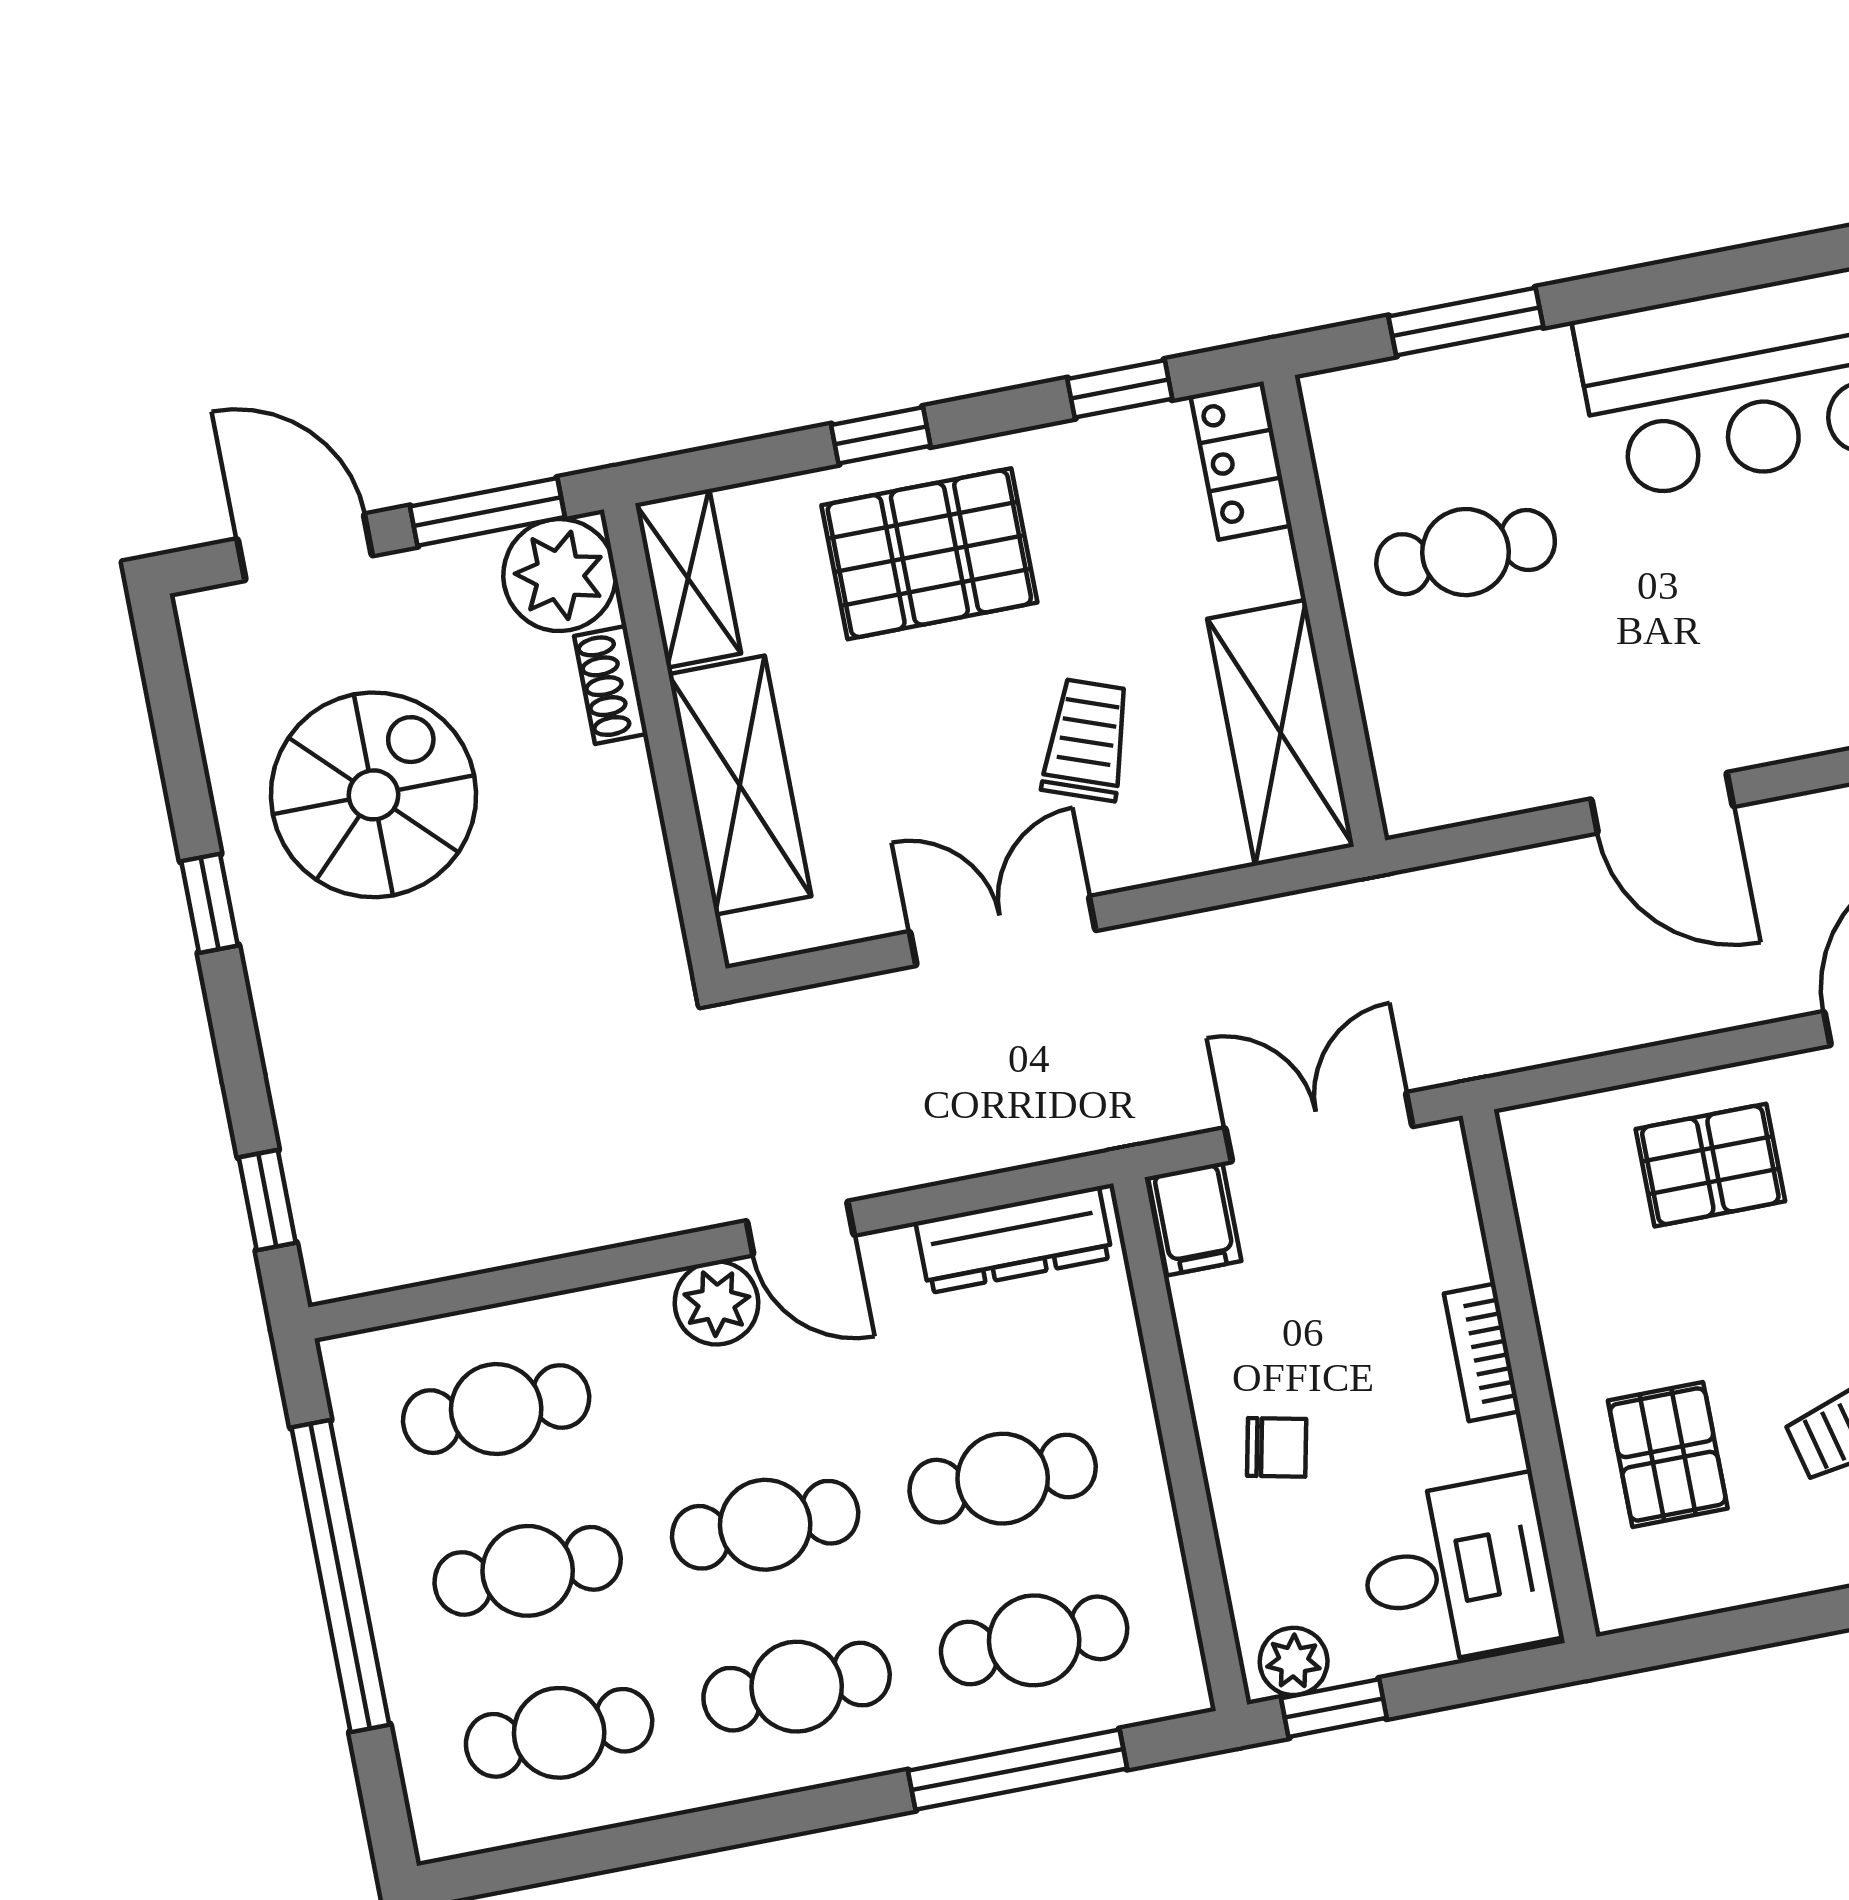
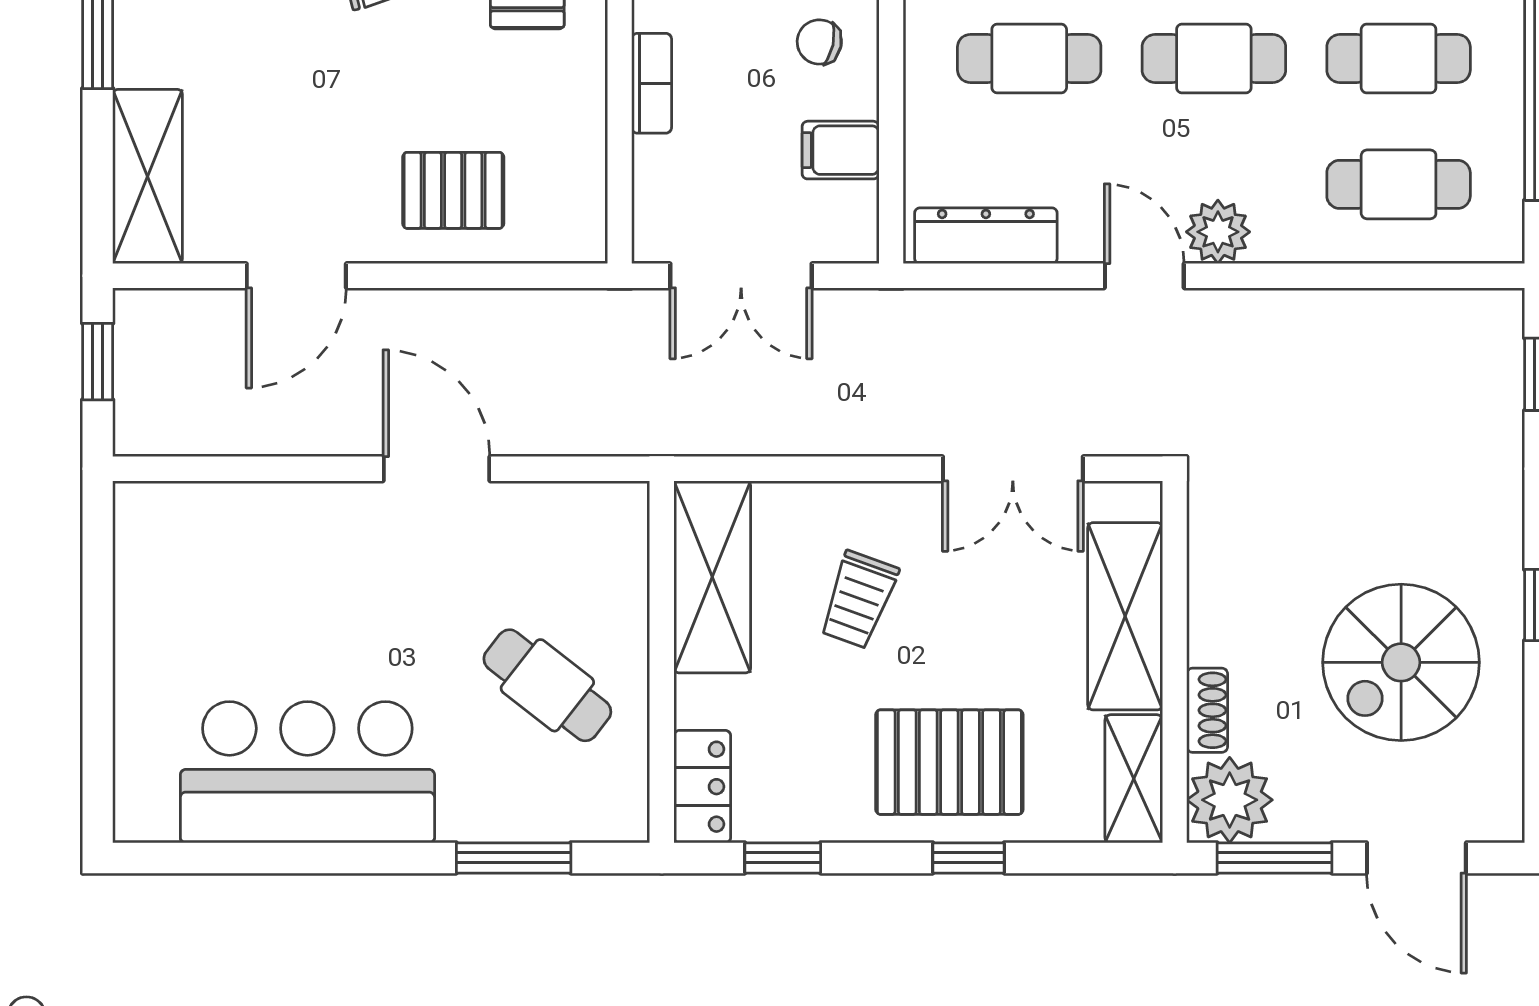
cafe table: (1466, 552) -> (547, 685), turned 38
double door: (1003, 931) -> (1013, 469), moved
filing cabinet: (1195, 1219) -> (841, 150), moved, turned -90

